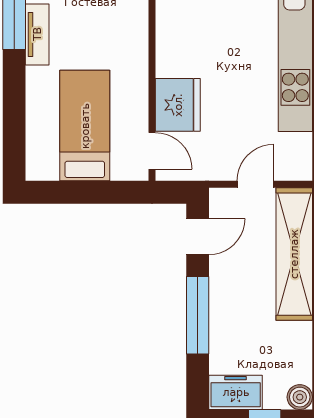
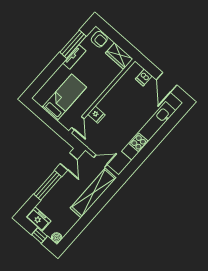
fridge: (178, 105) -> (96, 115), width x0.53, depth x0.75
door: (198, 237) -> (69, 161), hinge flipped

